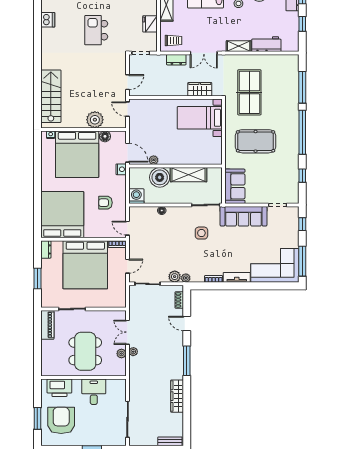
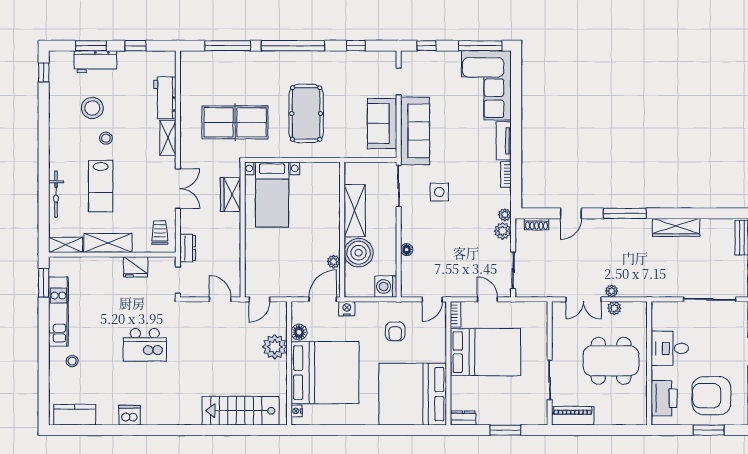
dresser: (176, 60) -> (188, 248), moved
sofa: (235, 186) -> (382, 123), moved, turned -90
bed: (85, 265) -> (485, 352), width x0.73

